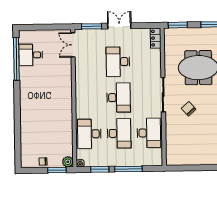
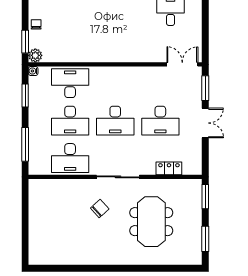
locker: (156, 38) -> (169, 168), moved
desk: (118, 62) -> (160, 121), turned 180
window: (128, 169) -> (25, 144), moved

